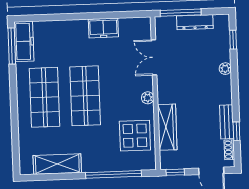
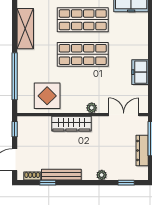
double door: (154, 57) -> (124, 115), moved
plant: (148, 98) -> (92, 108), moved
bench: (227, 122) -> (61, 175), width x1.36
wardrobe: (167, 127) -> (71, 124), moved

